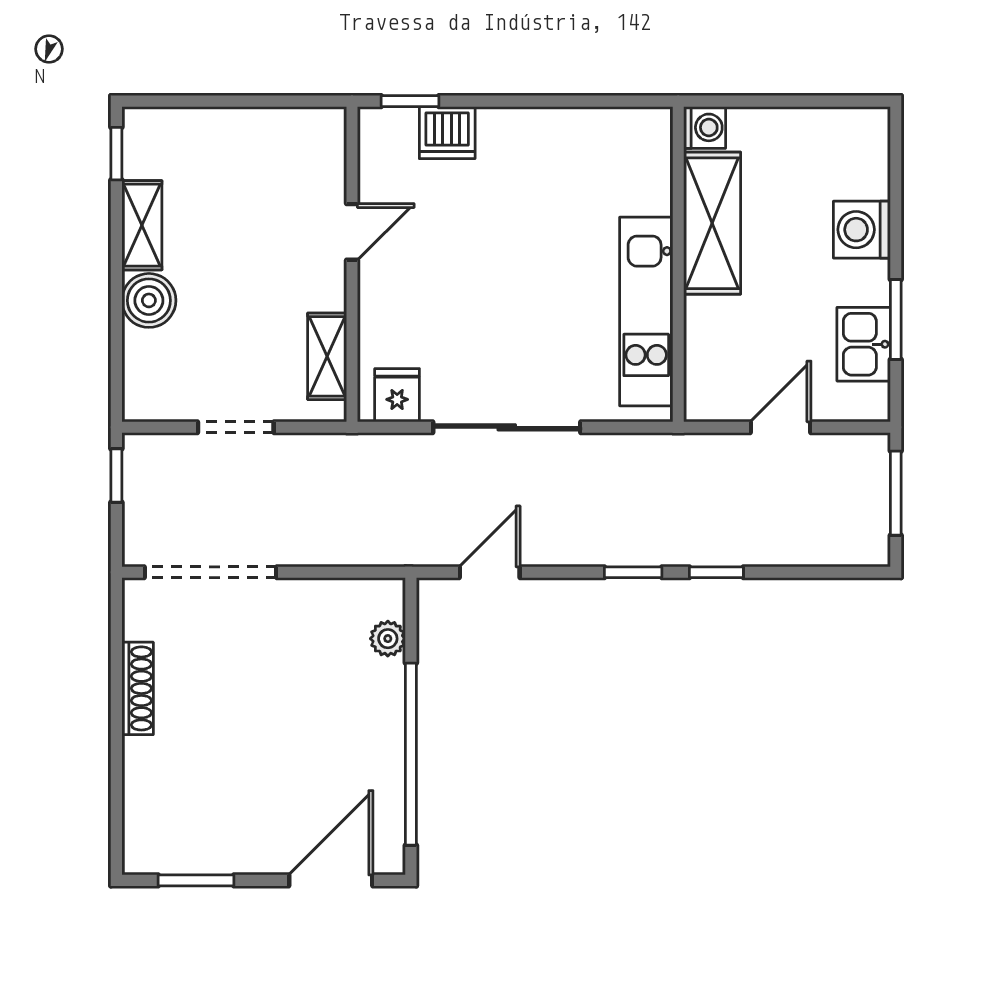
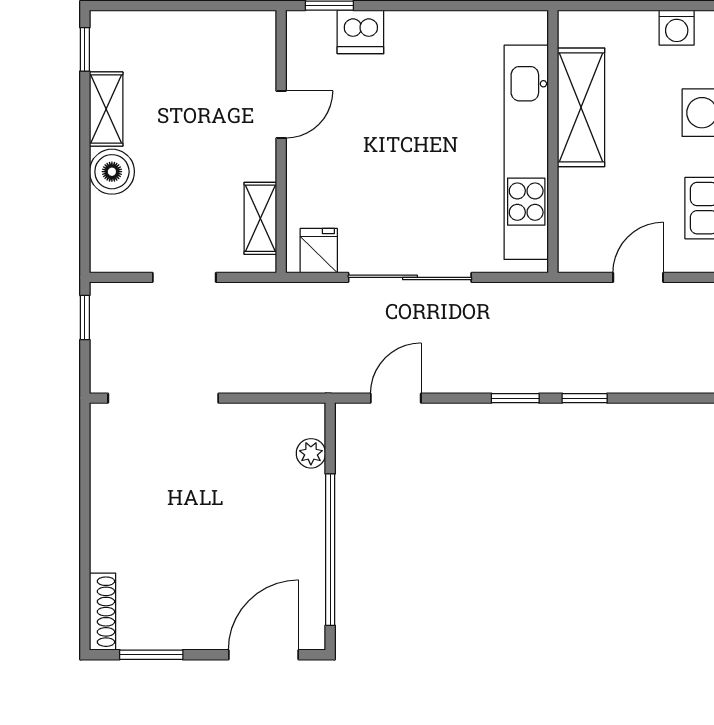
washing machine: (705, 127) -> (677, 28), moved, turned 90
kitchen unit: (646, 312) -> (526, 152), width x1.36
shoe rack: (138, 688) -> (103, 612), moved

